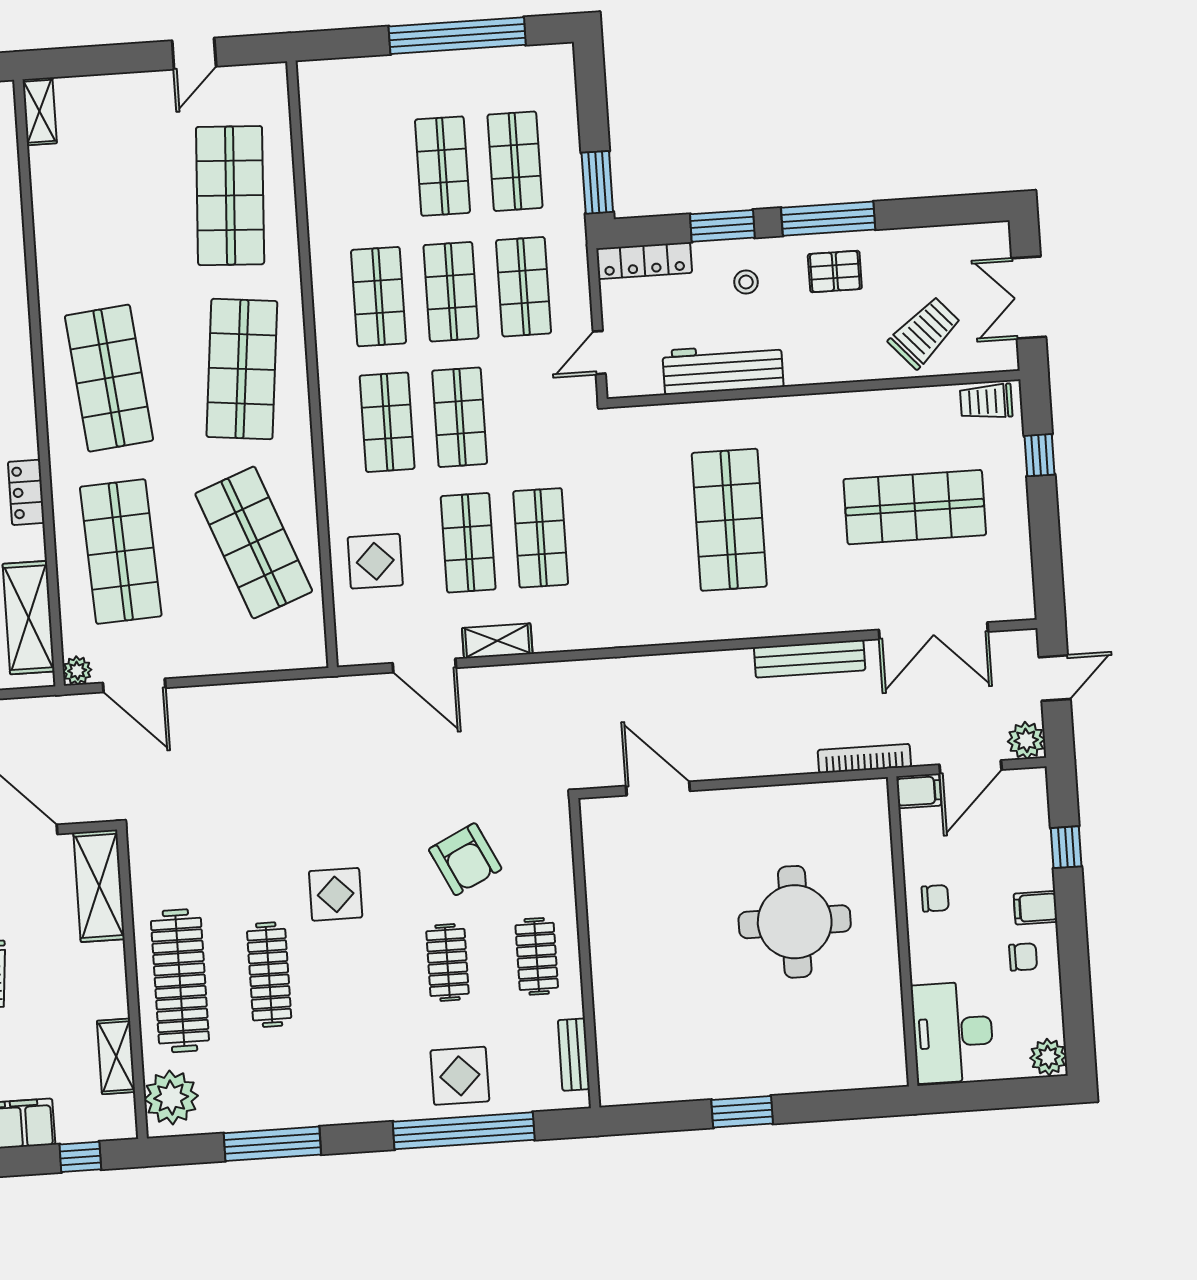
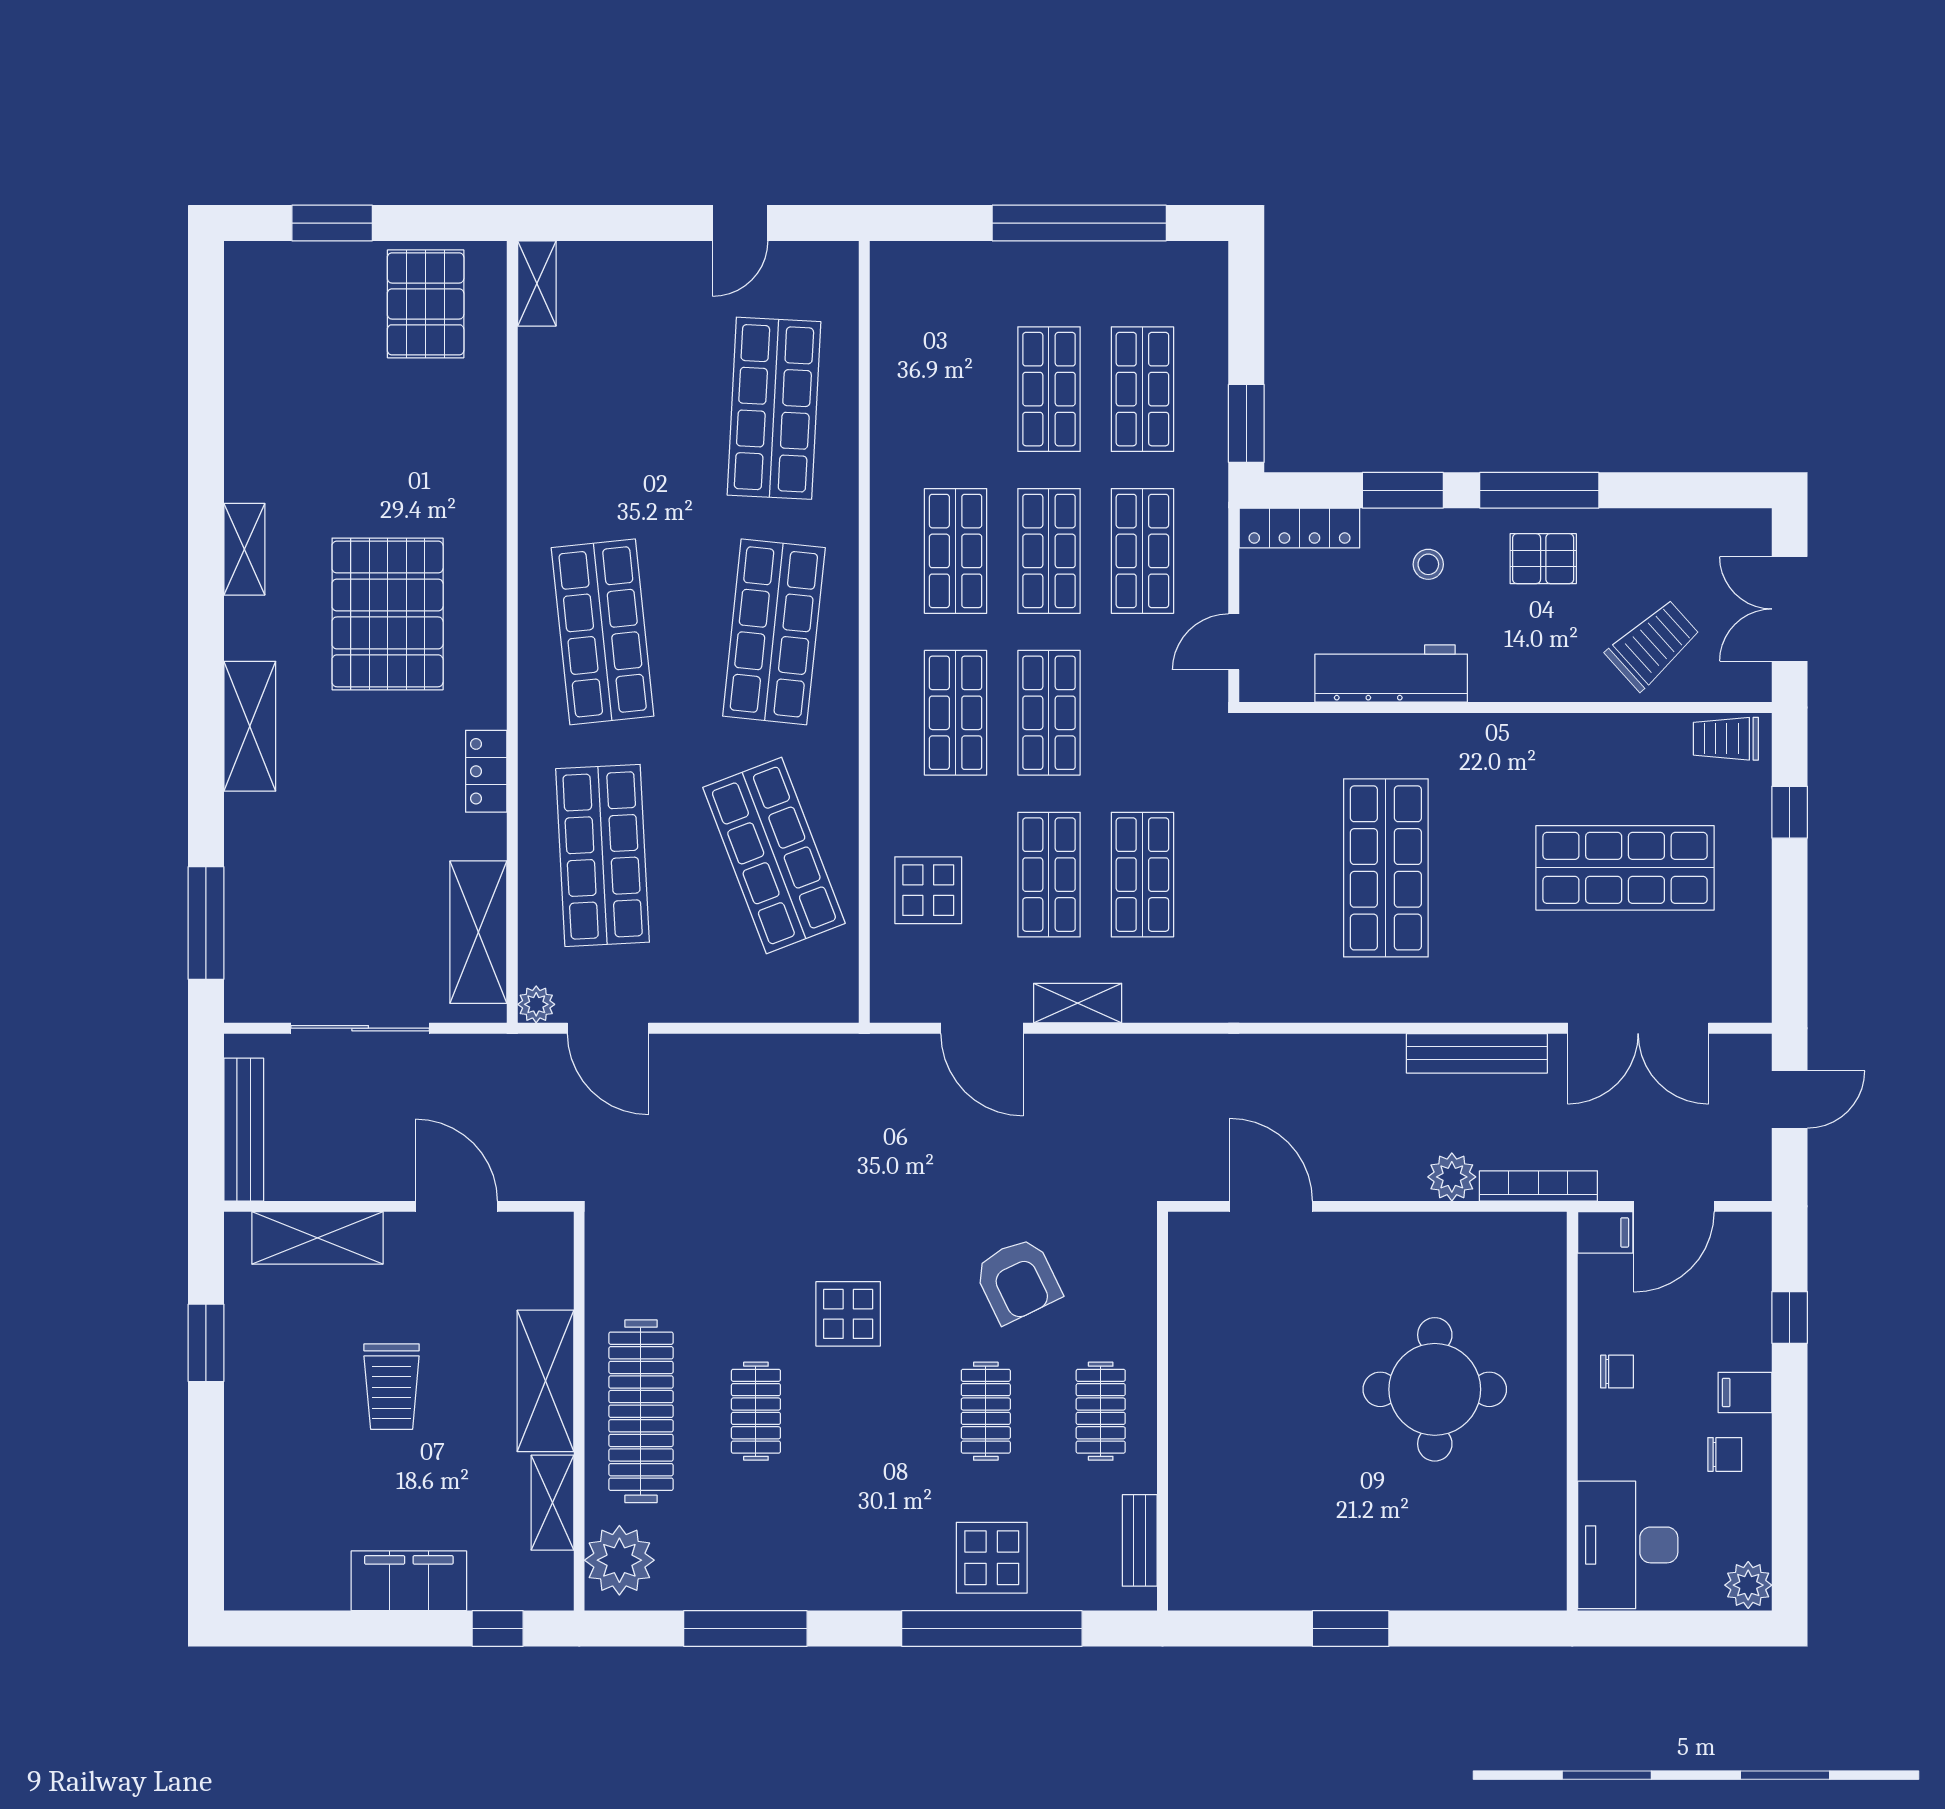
plant: (1026, 740) -> (1452, 1177), moved
shelving: (99, 886) -> (545, 1381), moved
clothes rail: (269, 975) -> (756, 1411), width x0.73

